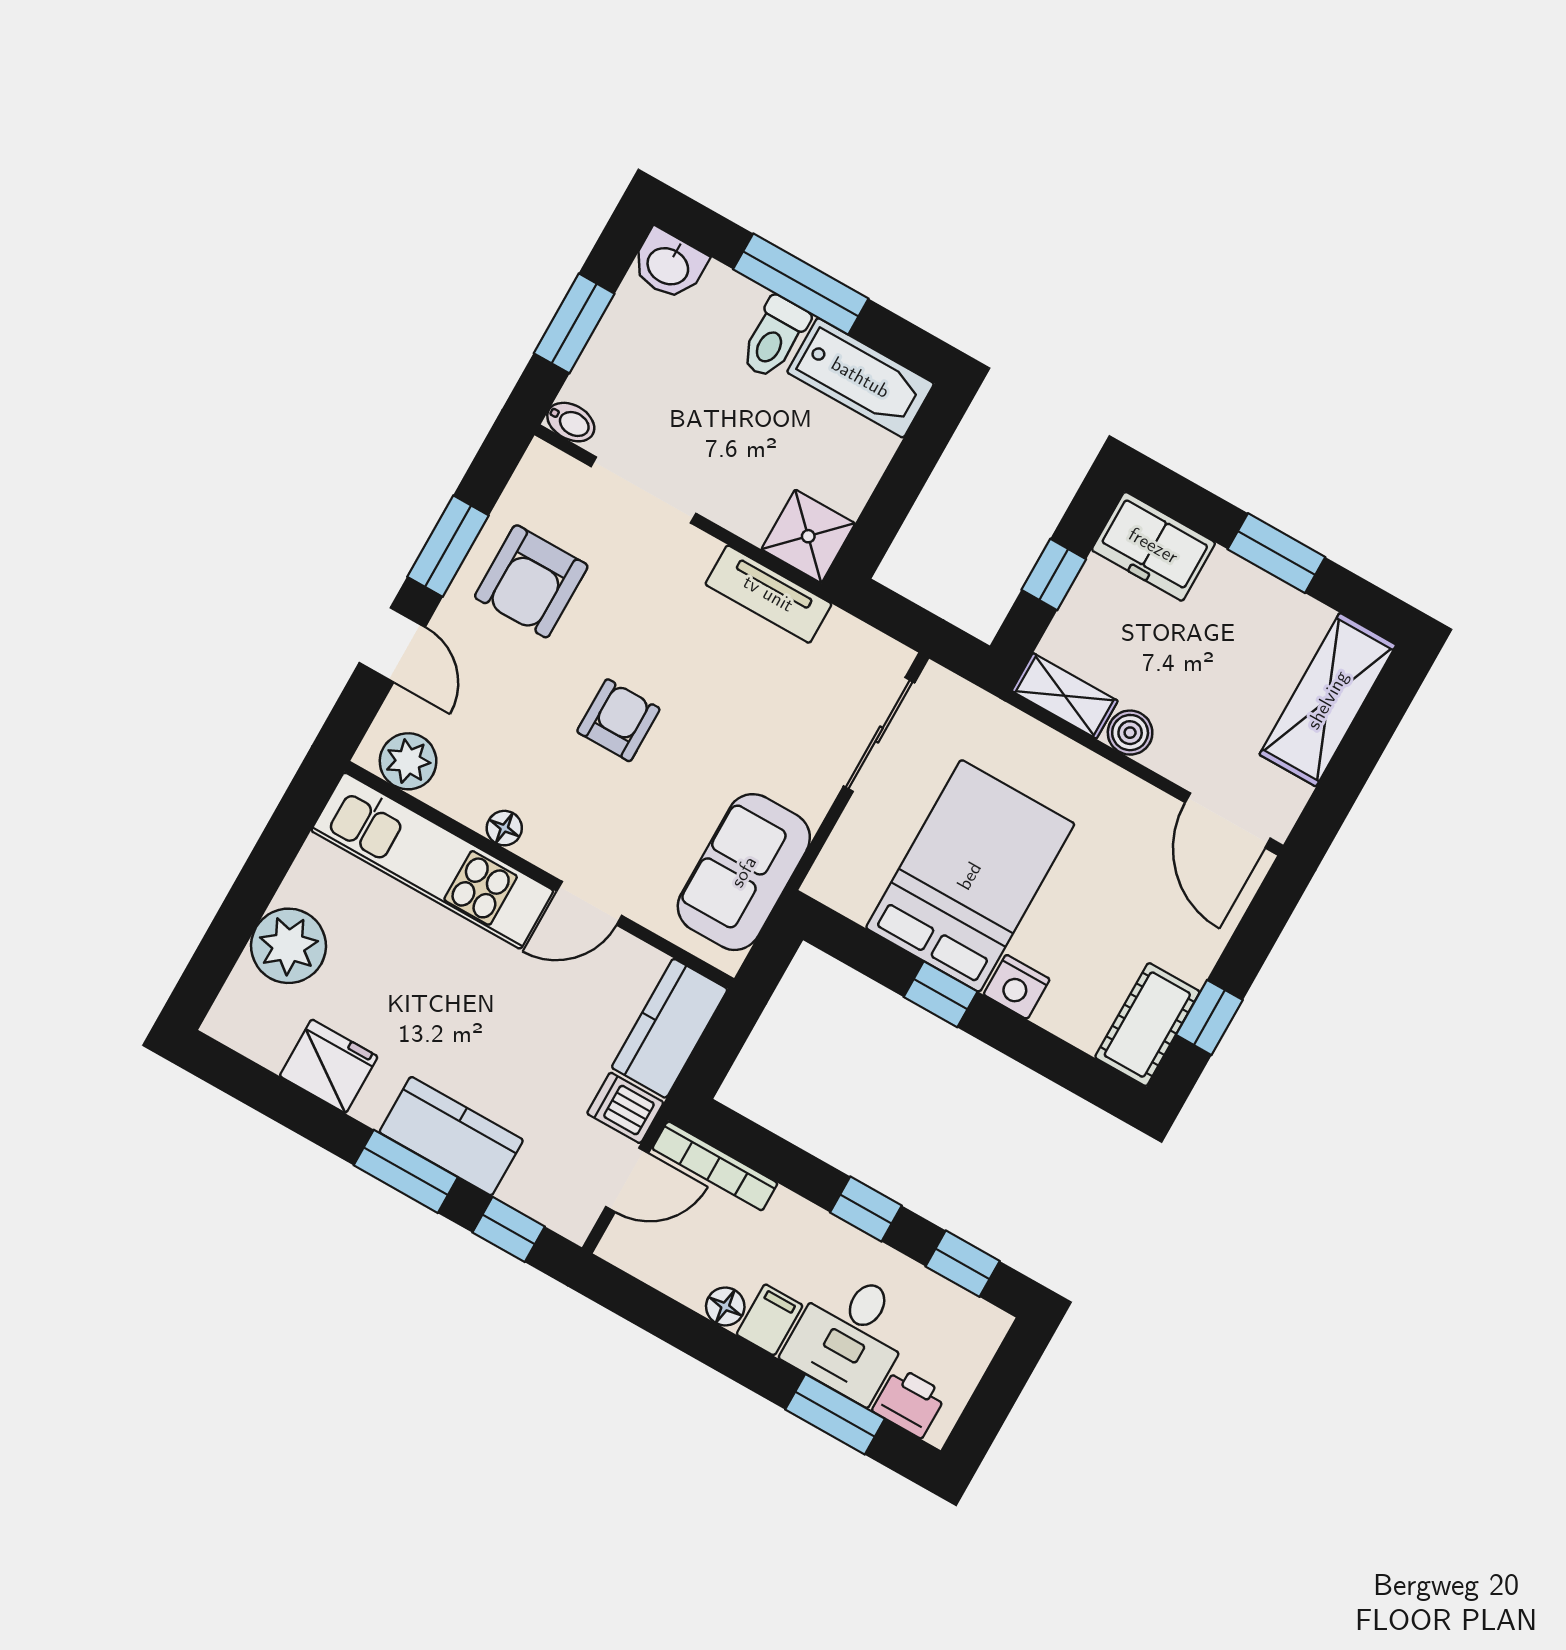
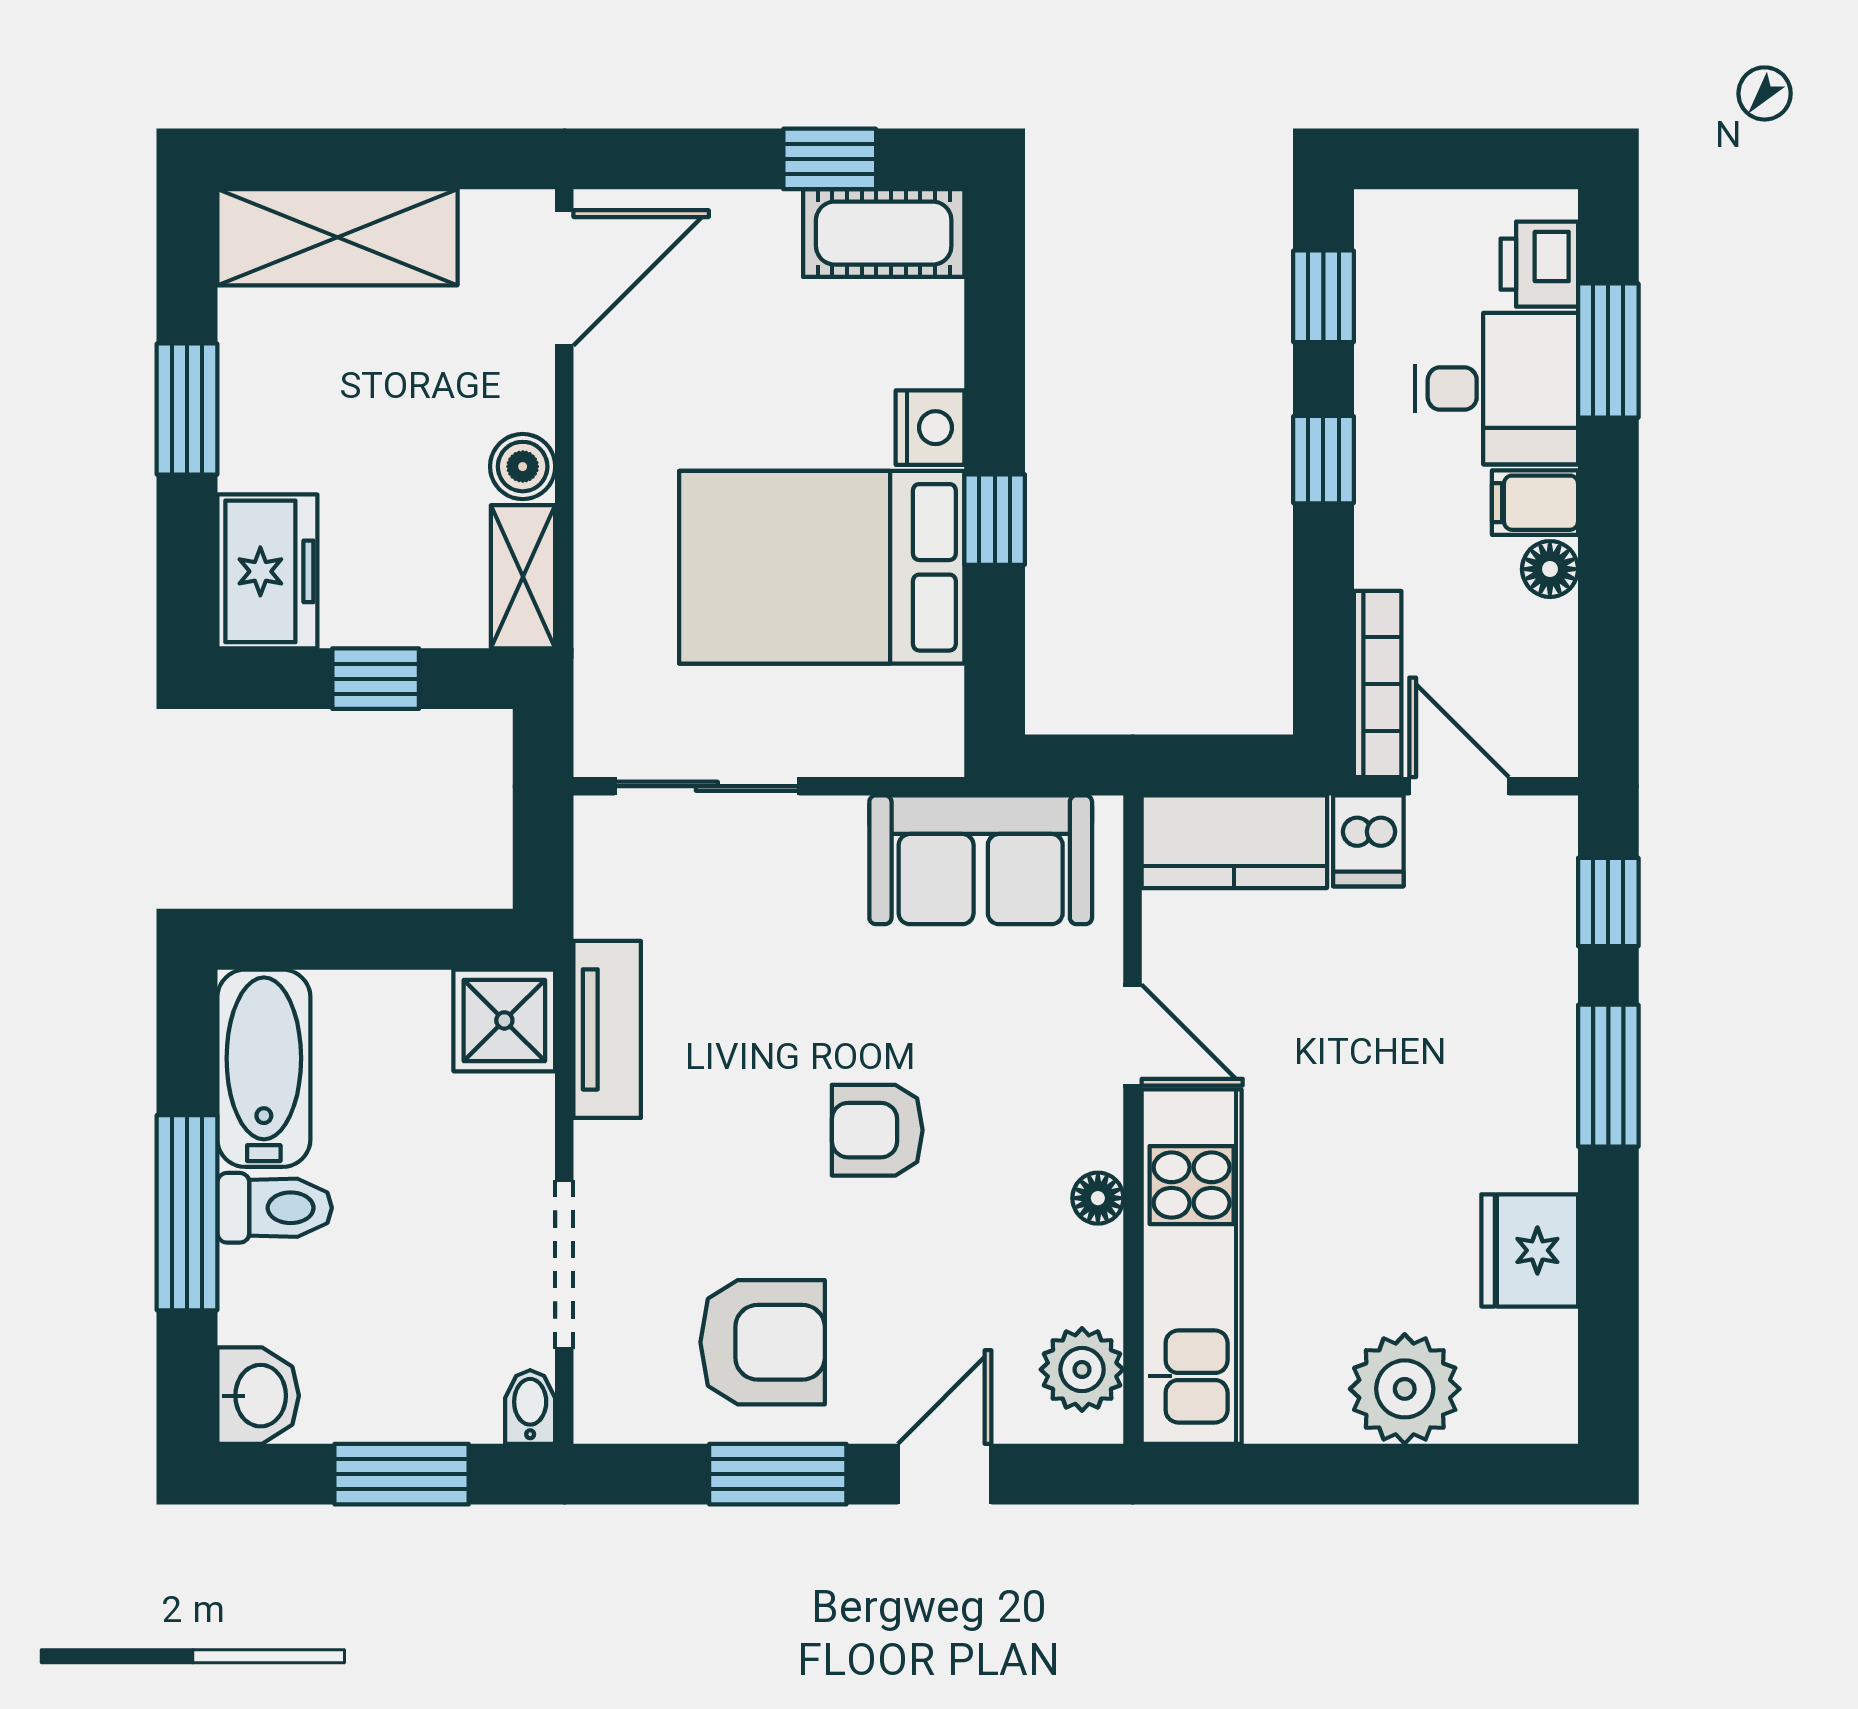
kitchen counter: (451, 1136) -> (1530, 1043), removed

